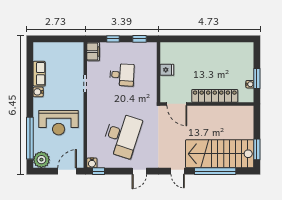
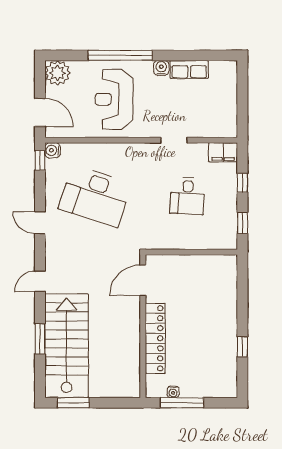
window: (220, 39) -> (242, 347), added
fridge: (167, 70) -> (195, 265), removed
window: (257, 78) -> (182, 403), width x1.44
window: (30, 138) -> (120, 55), moved
window: (215, 171) -> (40, 339), width x0.47

